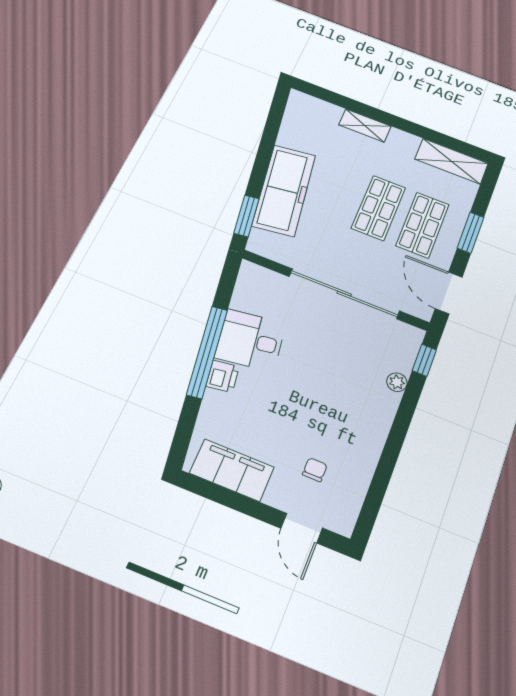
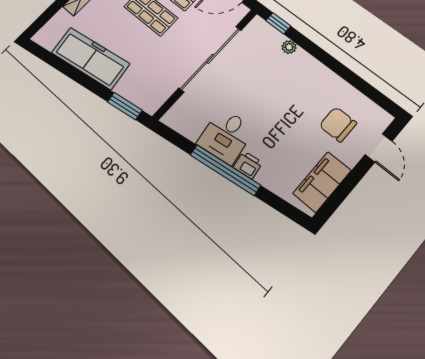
freezer: (284, 190) -> (90, 58), moved
chair: (315, 470) -> (338, 124), width x1.87, depth x1.87
door: (302, 528) -> (379, 148), hinge flipped

